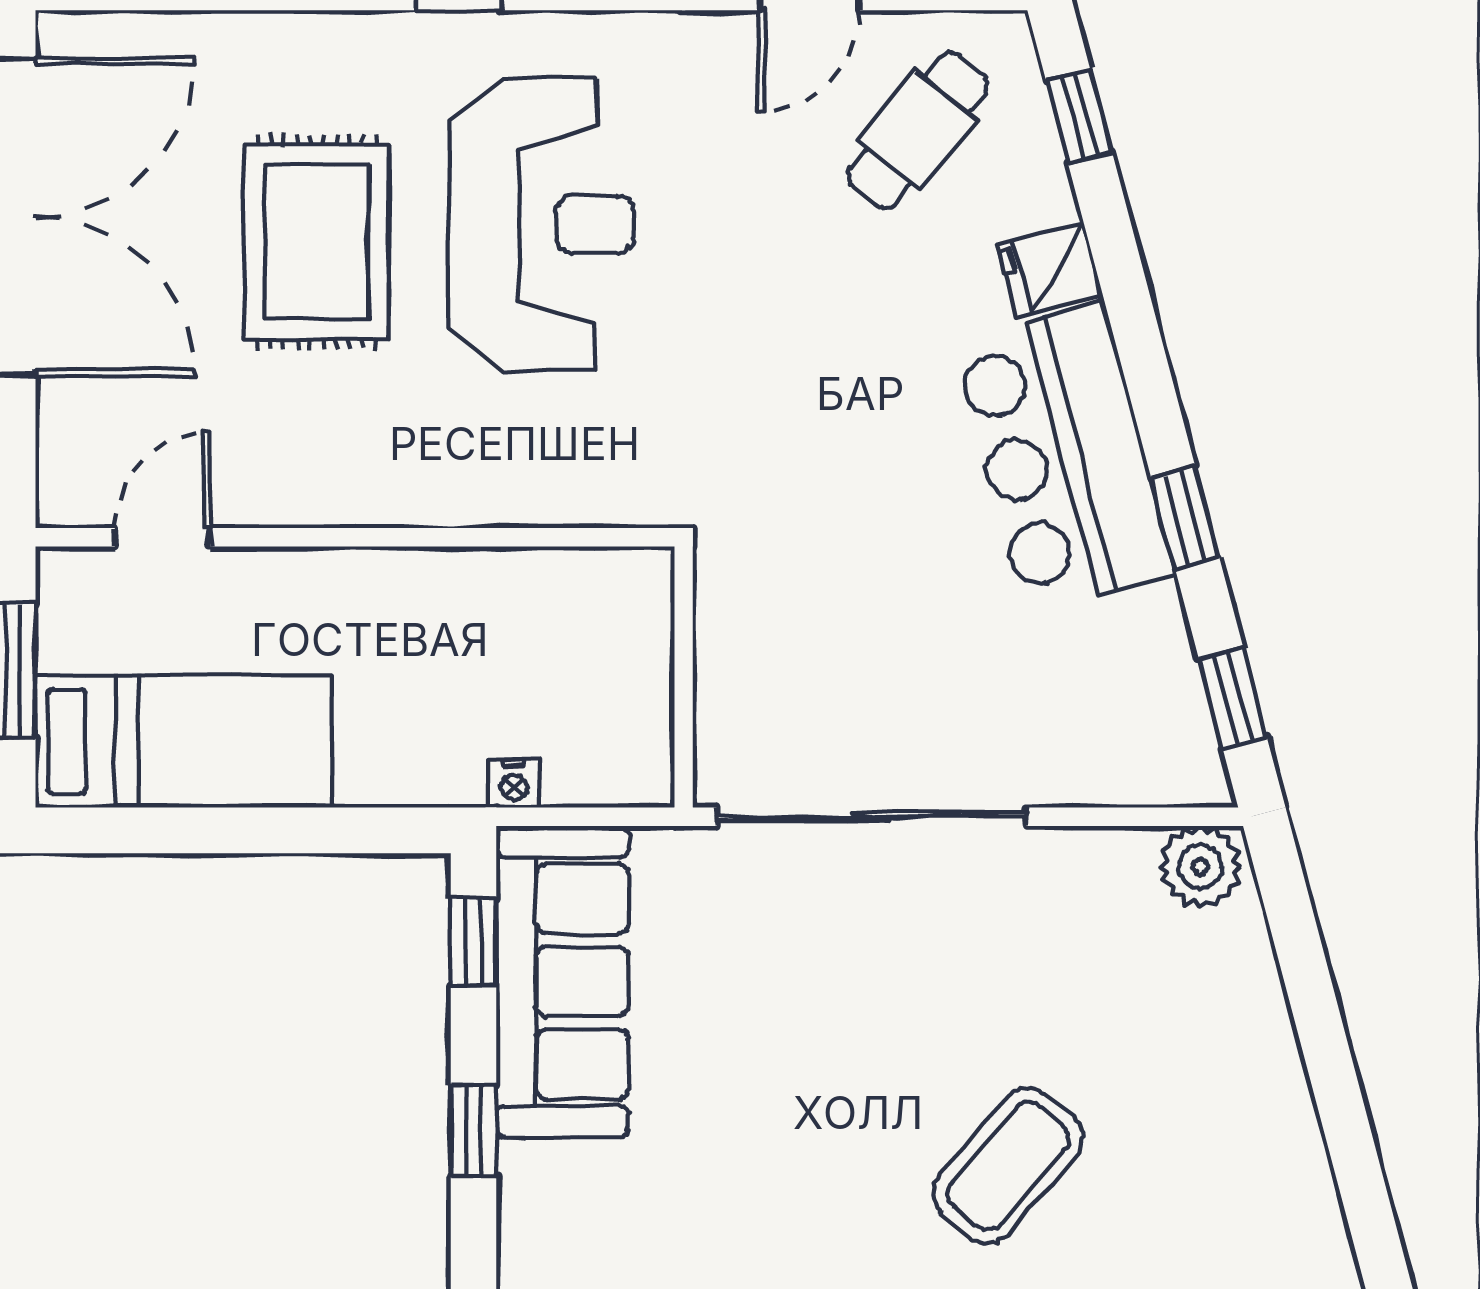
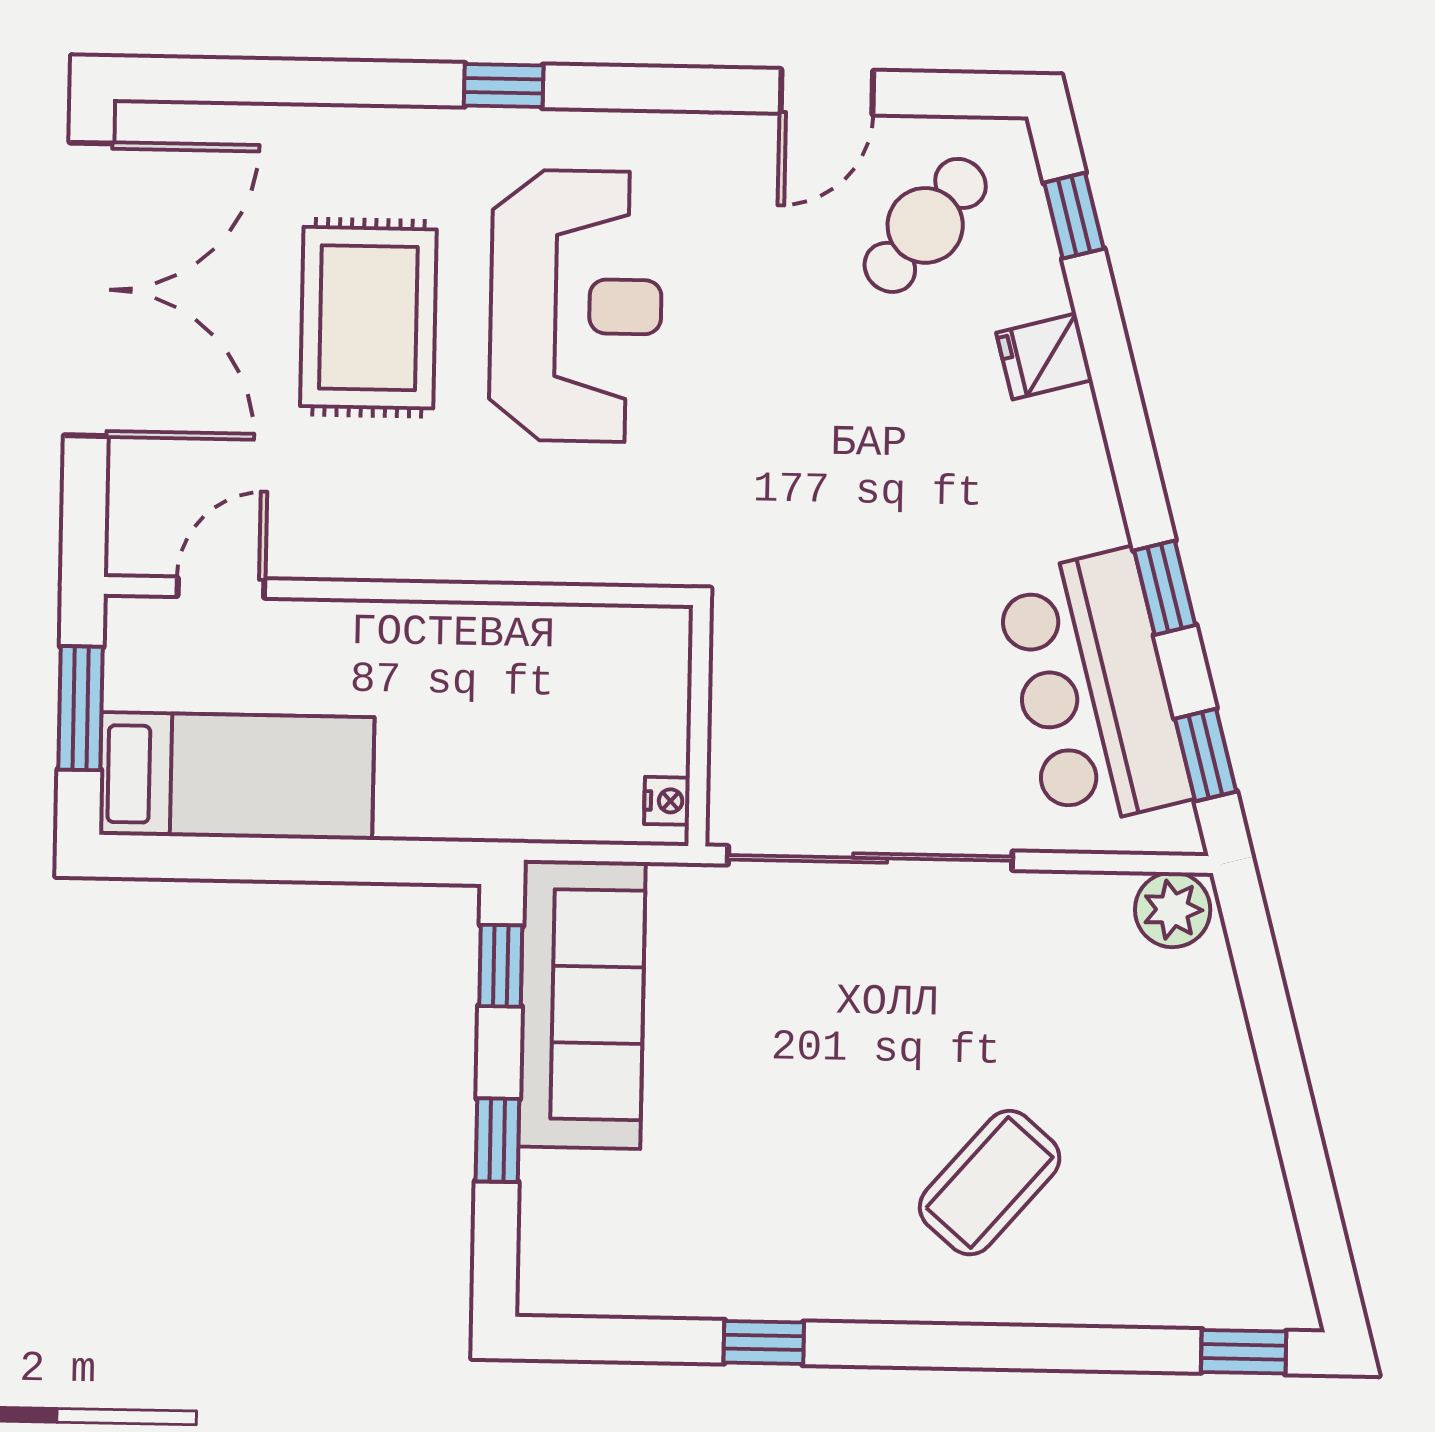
bar counter: (1064, 457) -> (1093, 689), moved
nightstand: (514, 783) -> (667, 801), moved, turned -90

